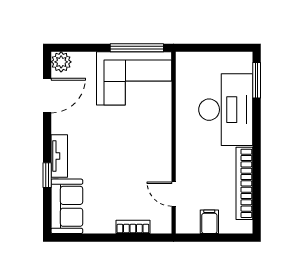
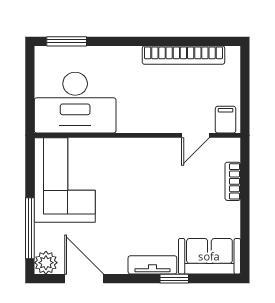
window: (137, 48) -> (30, 228), moved
desk: (226, 110) -> (75, 103), moved, turned 180
filing cabinet: (209, 222) -> (226, 120), moved, turned 90

